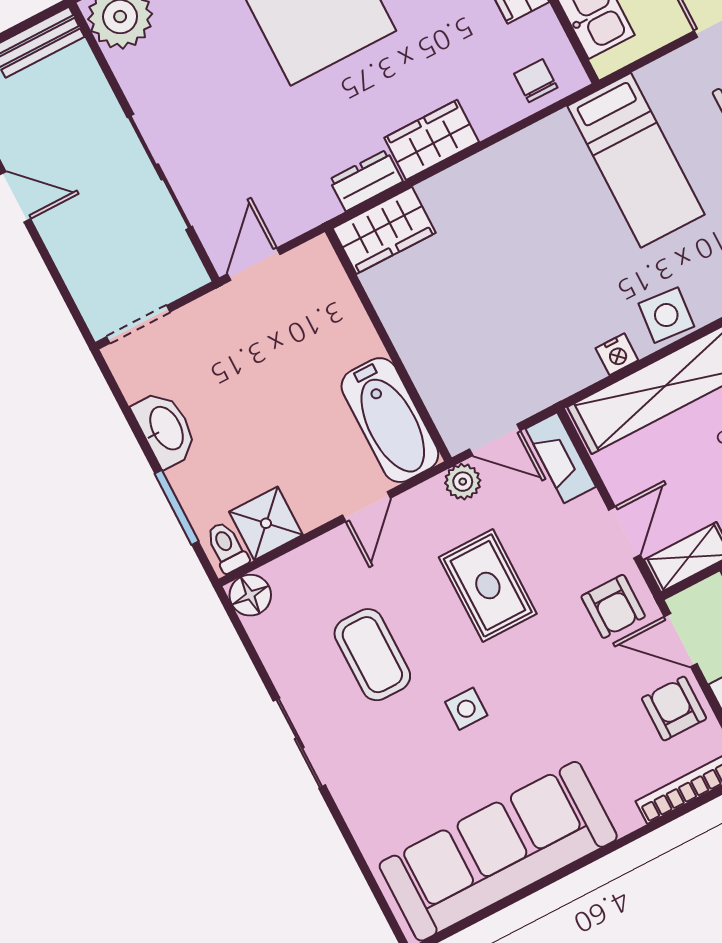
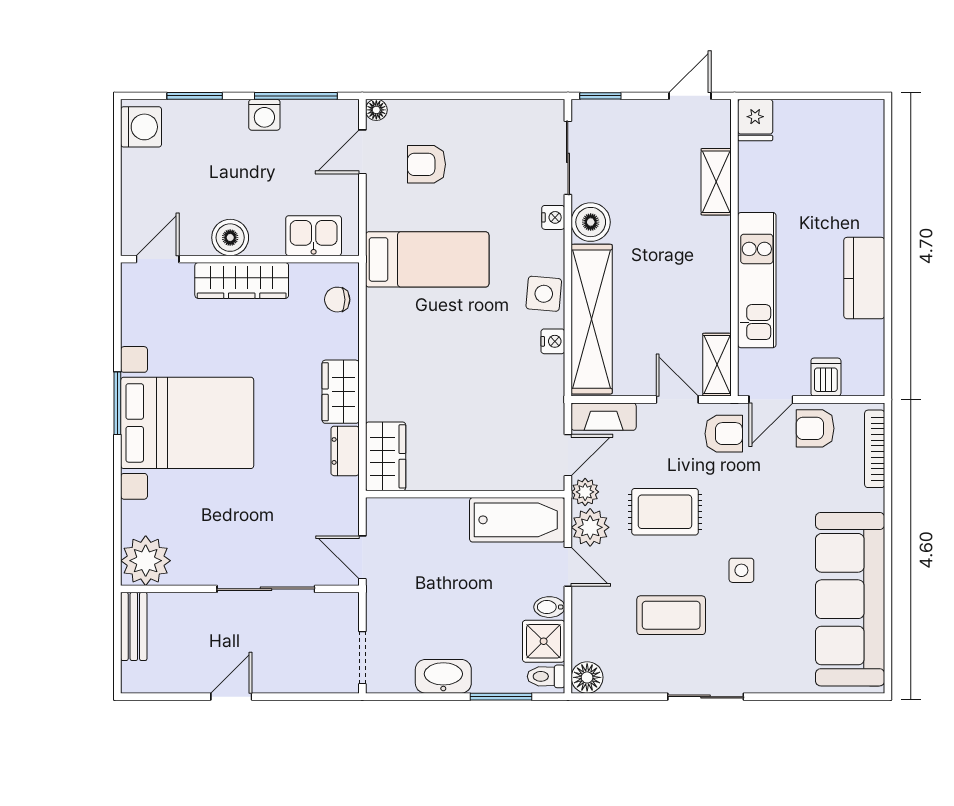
bidet: (309, 509) -> (549, 607), added
plant: (425, 509) -> (590, 527), added

